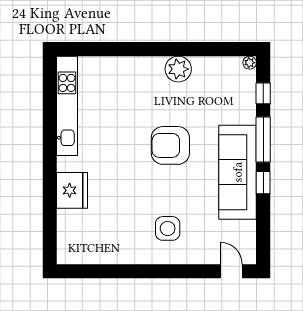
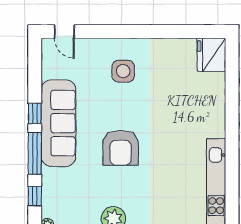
armchair: (170, 145) -> (121, 148), turned 90
fridge: (72, 190) -> (211, 55), moved

